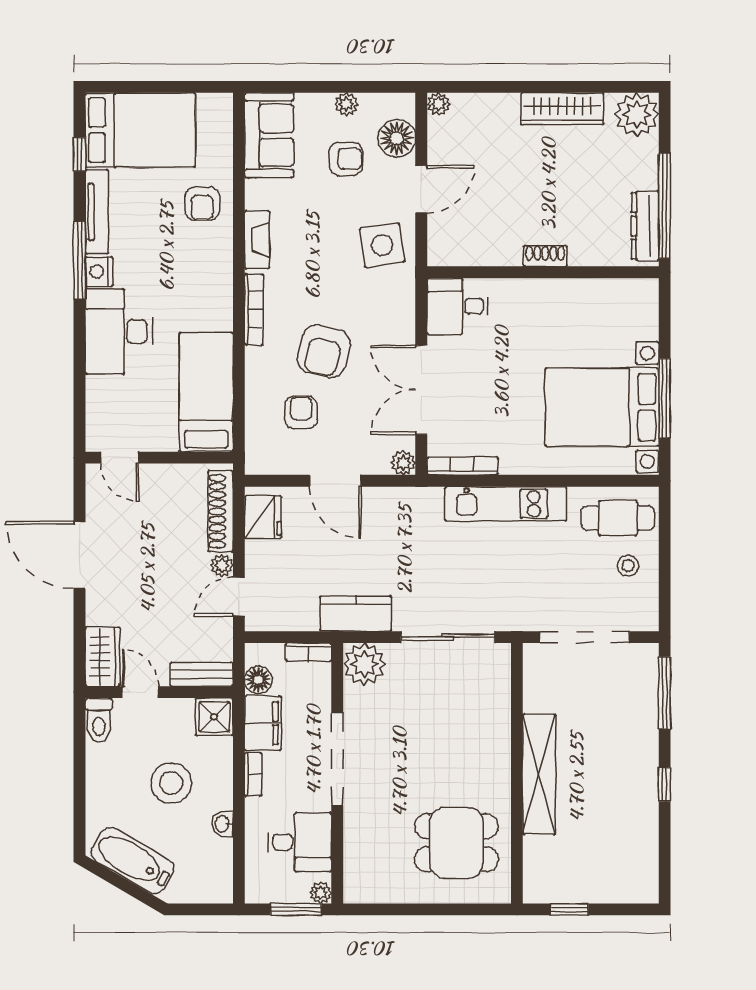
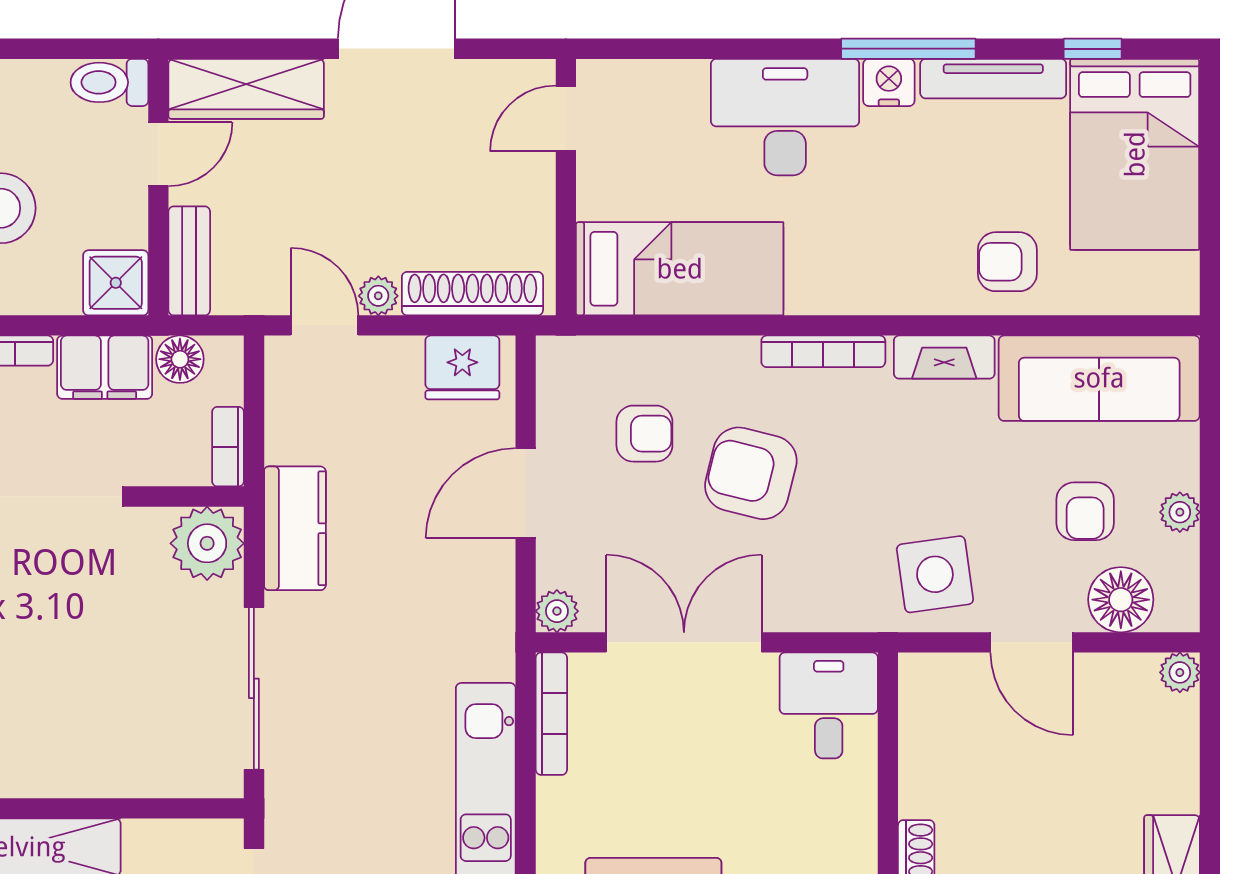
sofa: (269, 135) -> (1099, 378), width x1.36
wardrobe: (103, 657) -> (246, 89), width x1.50

